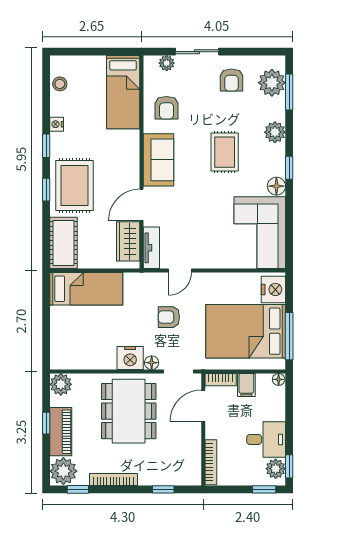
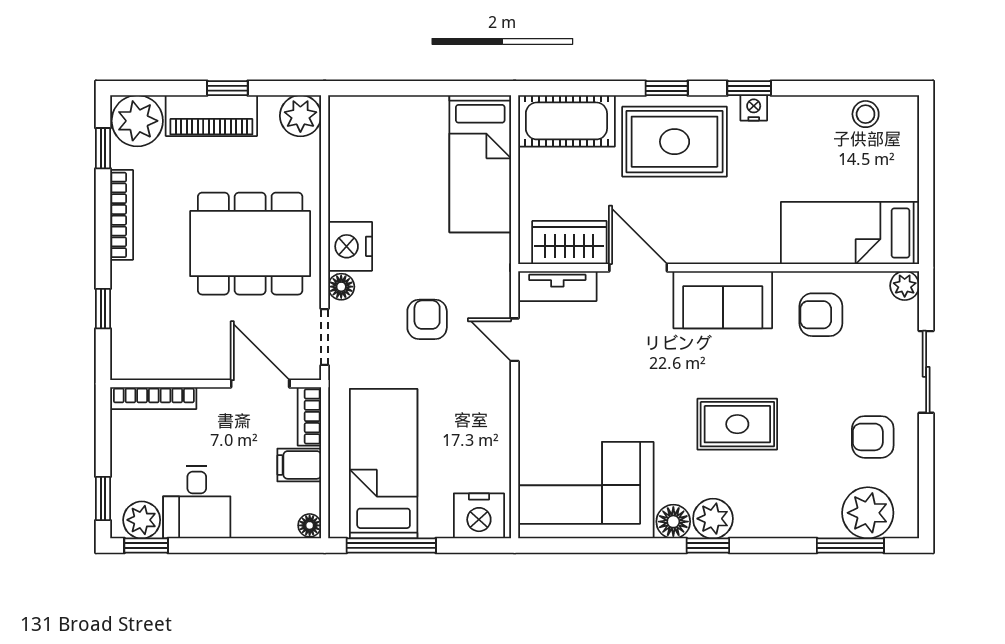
plant: (167, 63) -> (905, 286), moved
nightstand: (57, 124) -> (754, 108), moved
plant: (275, 132) -> (713, 519), moved
bed: (246, 331) -> (384, 464), width x0.67

